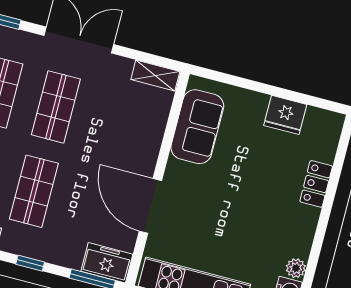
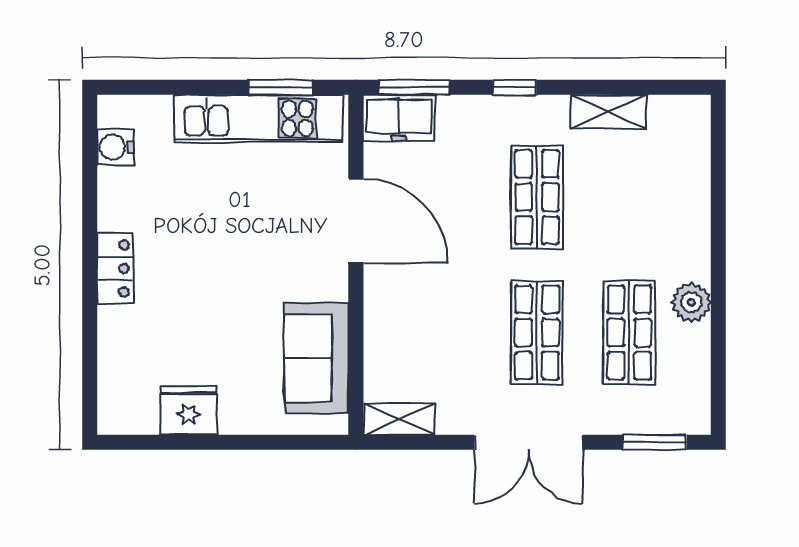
locker: (316, 184) -> (115, 268), moved
plant: (296, 268) -> (113, 184), removed

